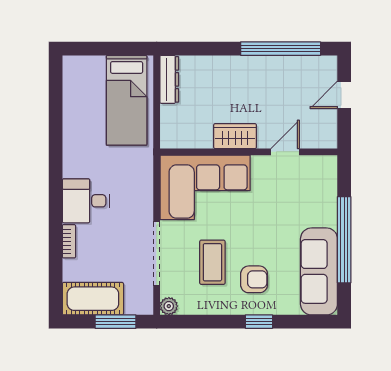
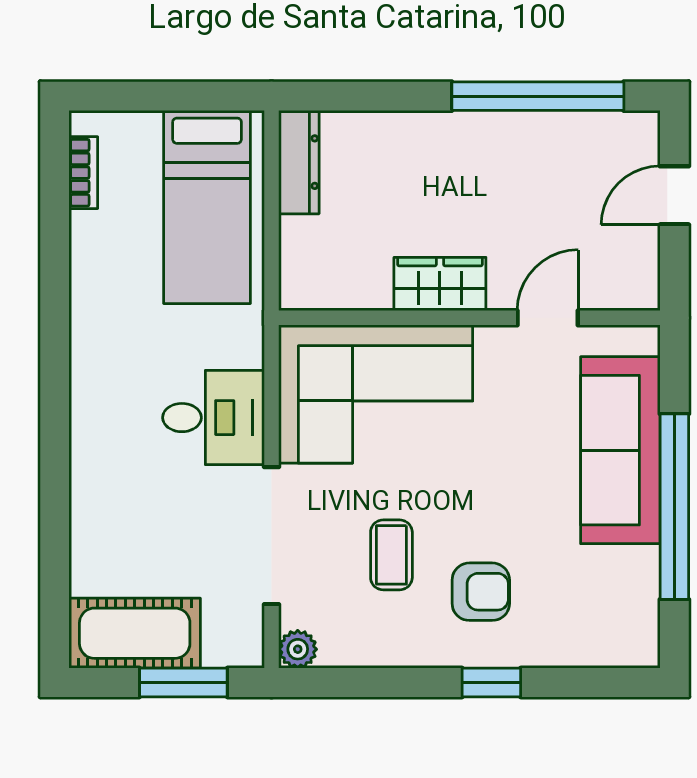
desk: (86, 201) -> (213, 418), moved, turned 180
bookcase: (69, 241) -> (83, 173), moved
coffee table: (212, 262) -> (391, 555), width x0.73, depth x0.77
sofa: (319, 271) -> (620, 450), moved

